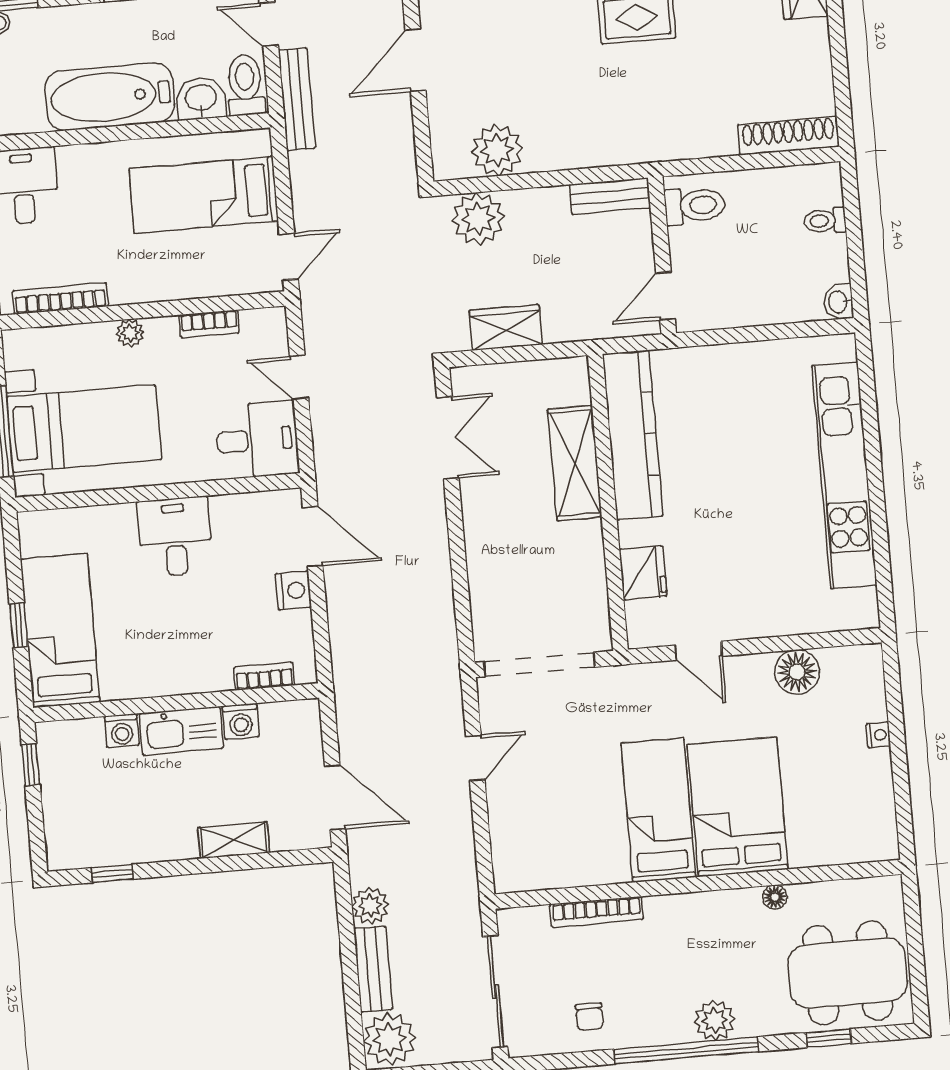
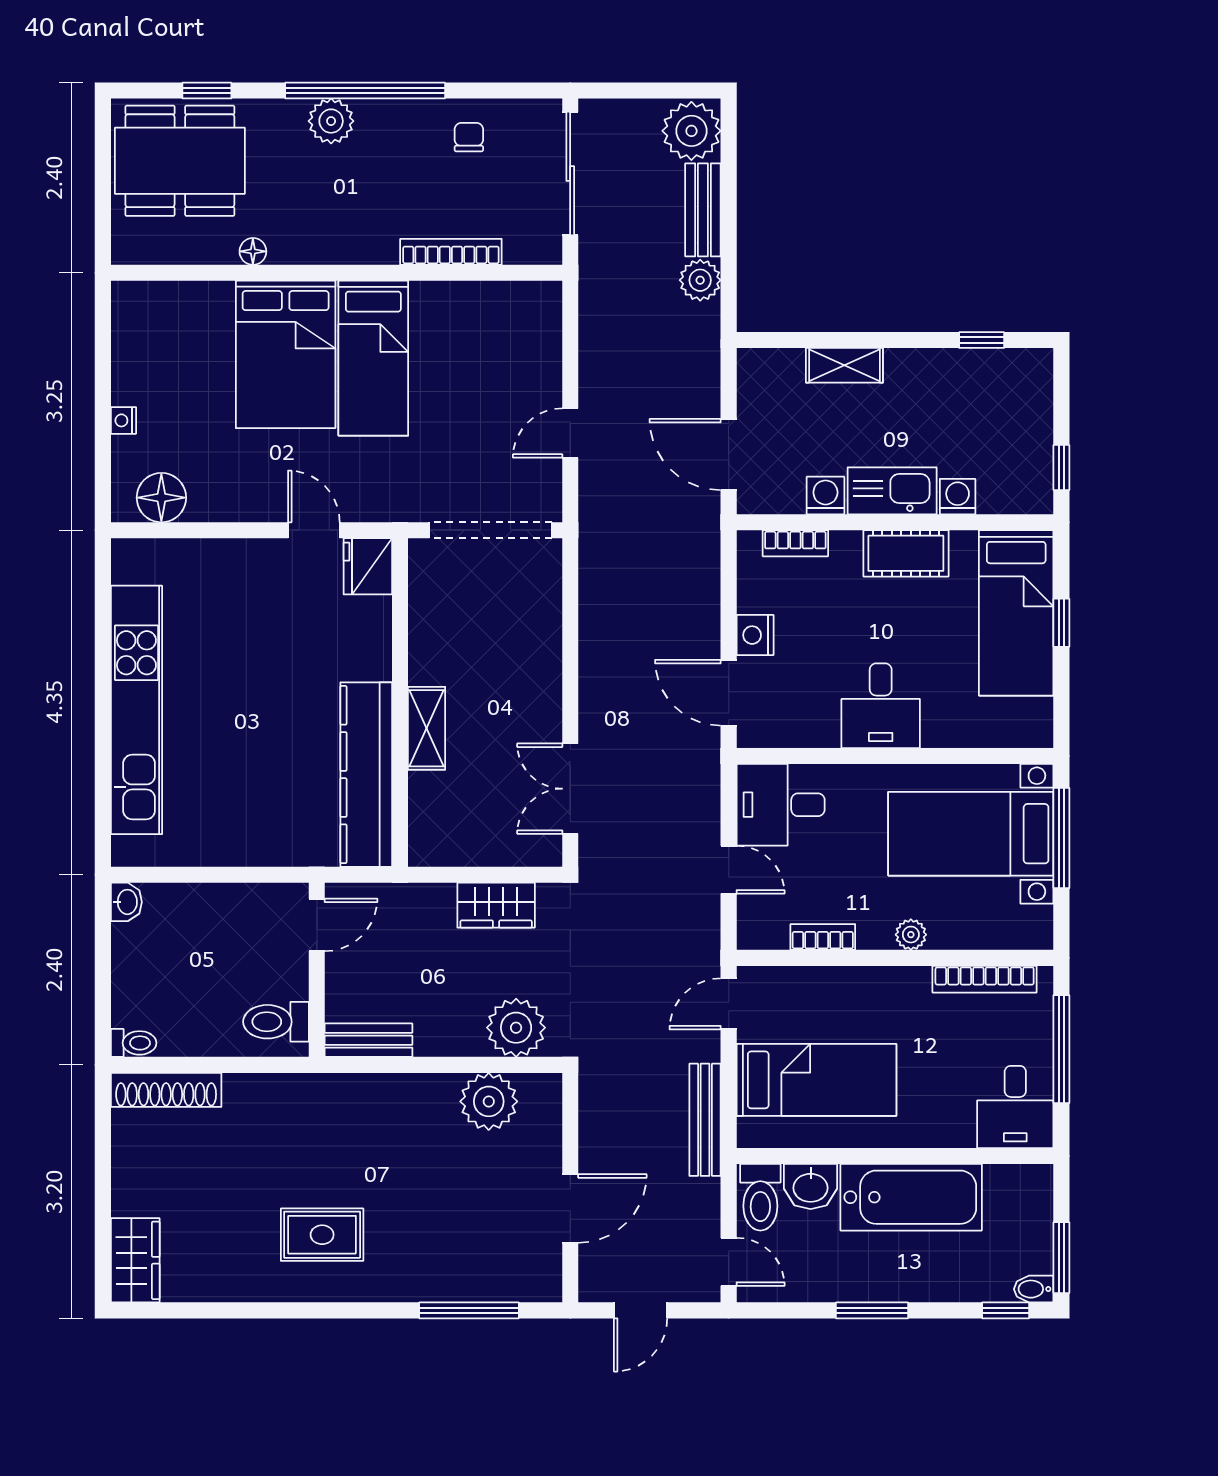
bench: (297, 99) -> (705, 1120), moved
toilet: (825, 221) -> (134, 1043), moved
shelving: (575, 463) -> (426, 728), width x0.67, depth x0.75
fridge: (643, 573) -> (368, 566), moved
floor lamp: (797, 672) -> (161, 498), moved
cot: (164, 676) -> (906, 553), added
door: (335, 797) -> (729, 455), moved

